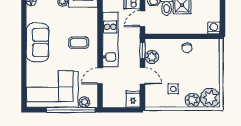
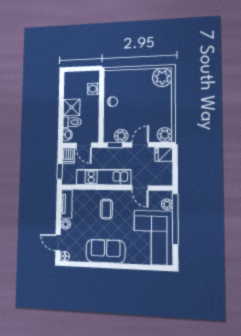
washing machine: (214, 28) -> (94, 89), moved
side table: (173, 89) -> (153, 114), removed
plant: (192, 100) -> (165, 135), moved

